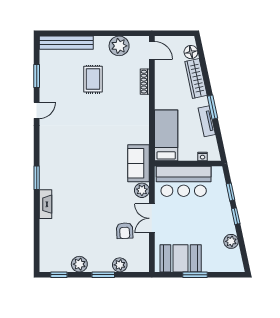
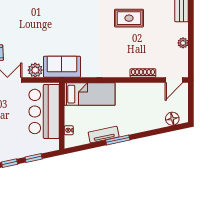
plant: (119, 46) -> (183, 43), width x0.53, depth x0.53
wardrobe: (196, 78) -> (146, 124), removed
rug: (93, 79) -> (129, 18), moved

